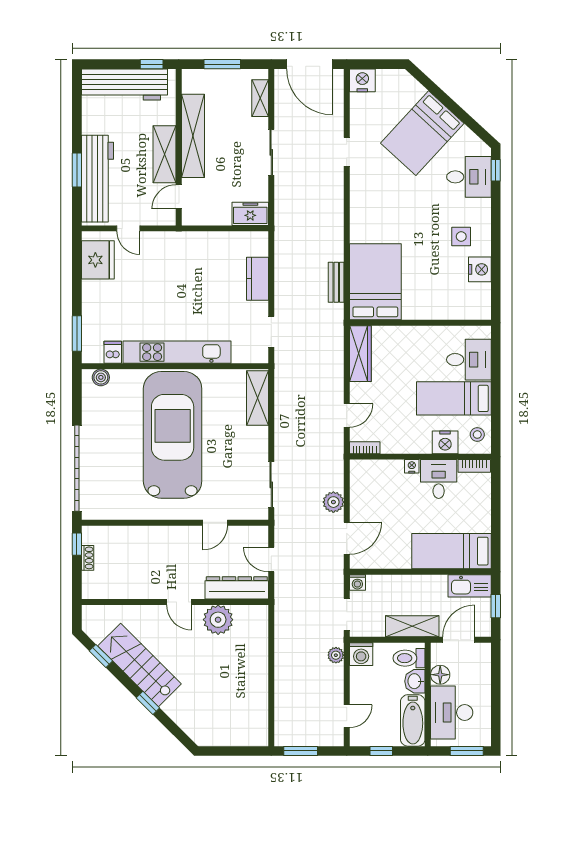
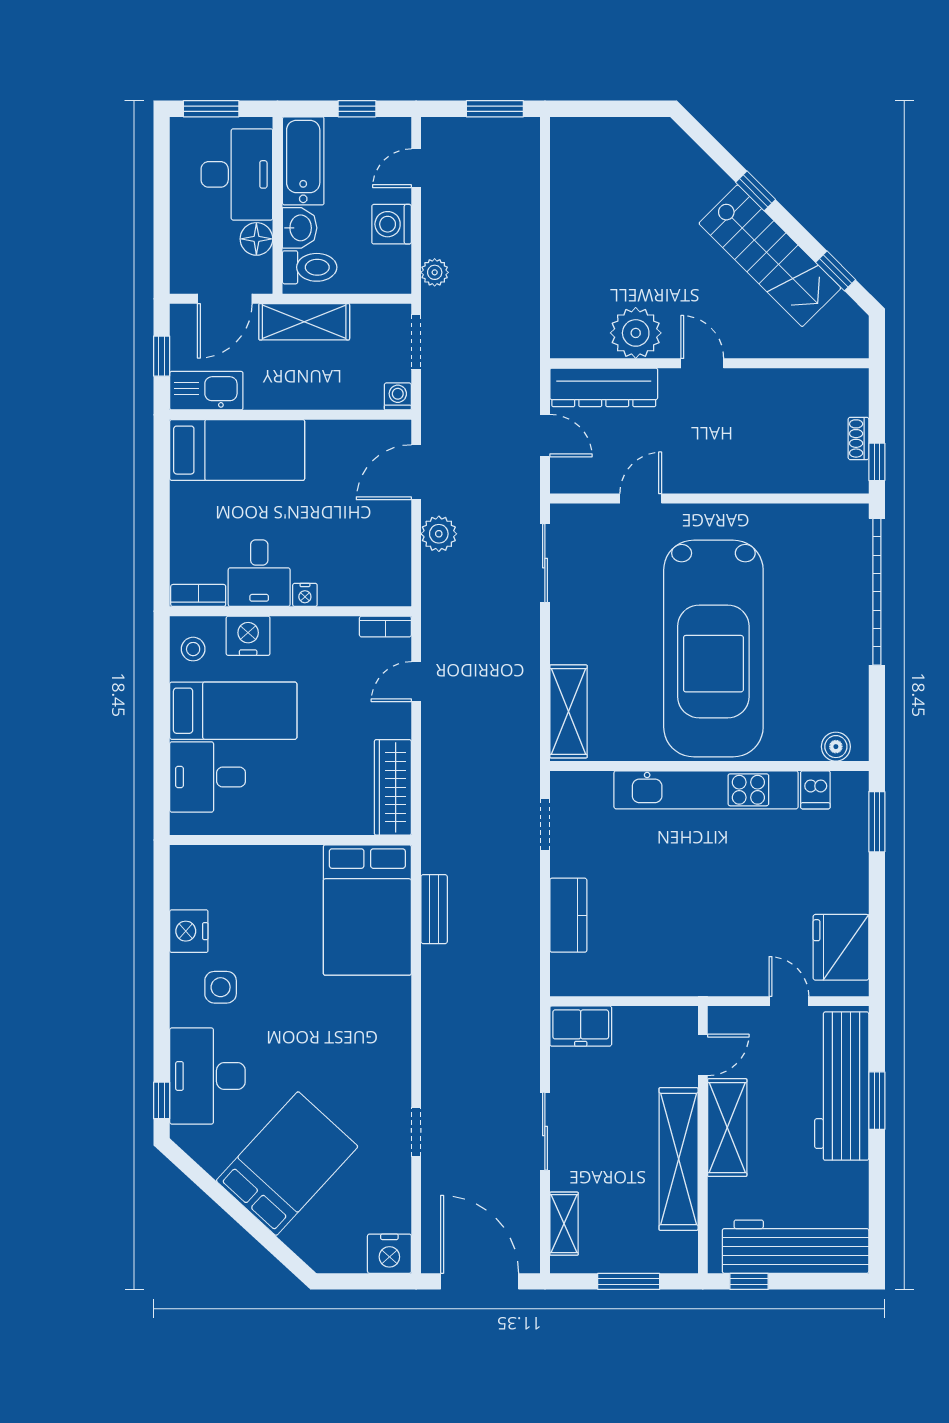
desk: (469, 177) -> (207, 1076), width x1.37
washing machine: (361, 654) -> (392, 224), moved, turned -90

